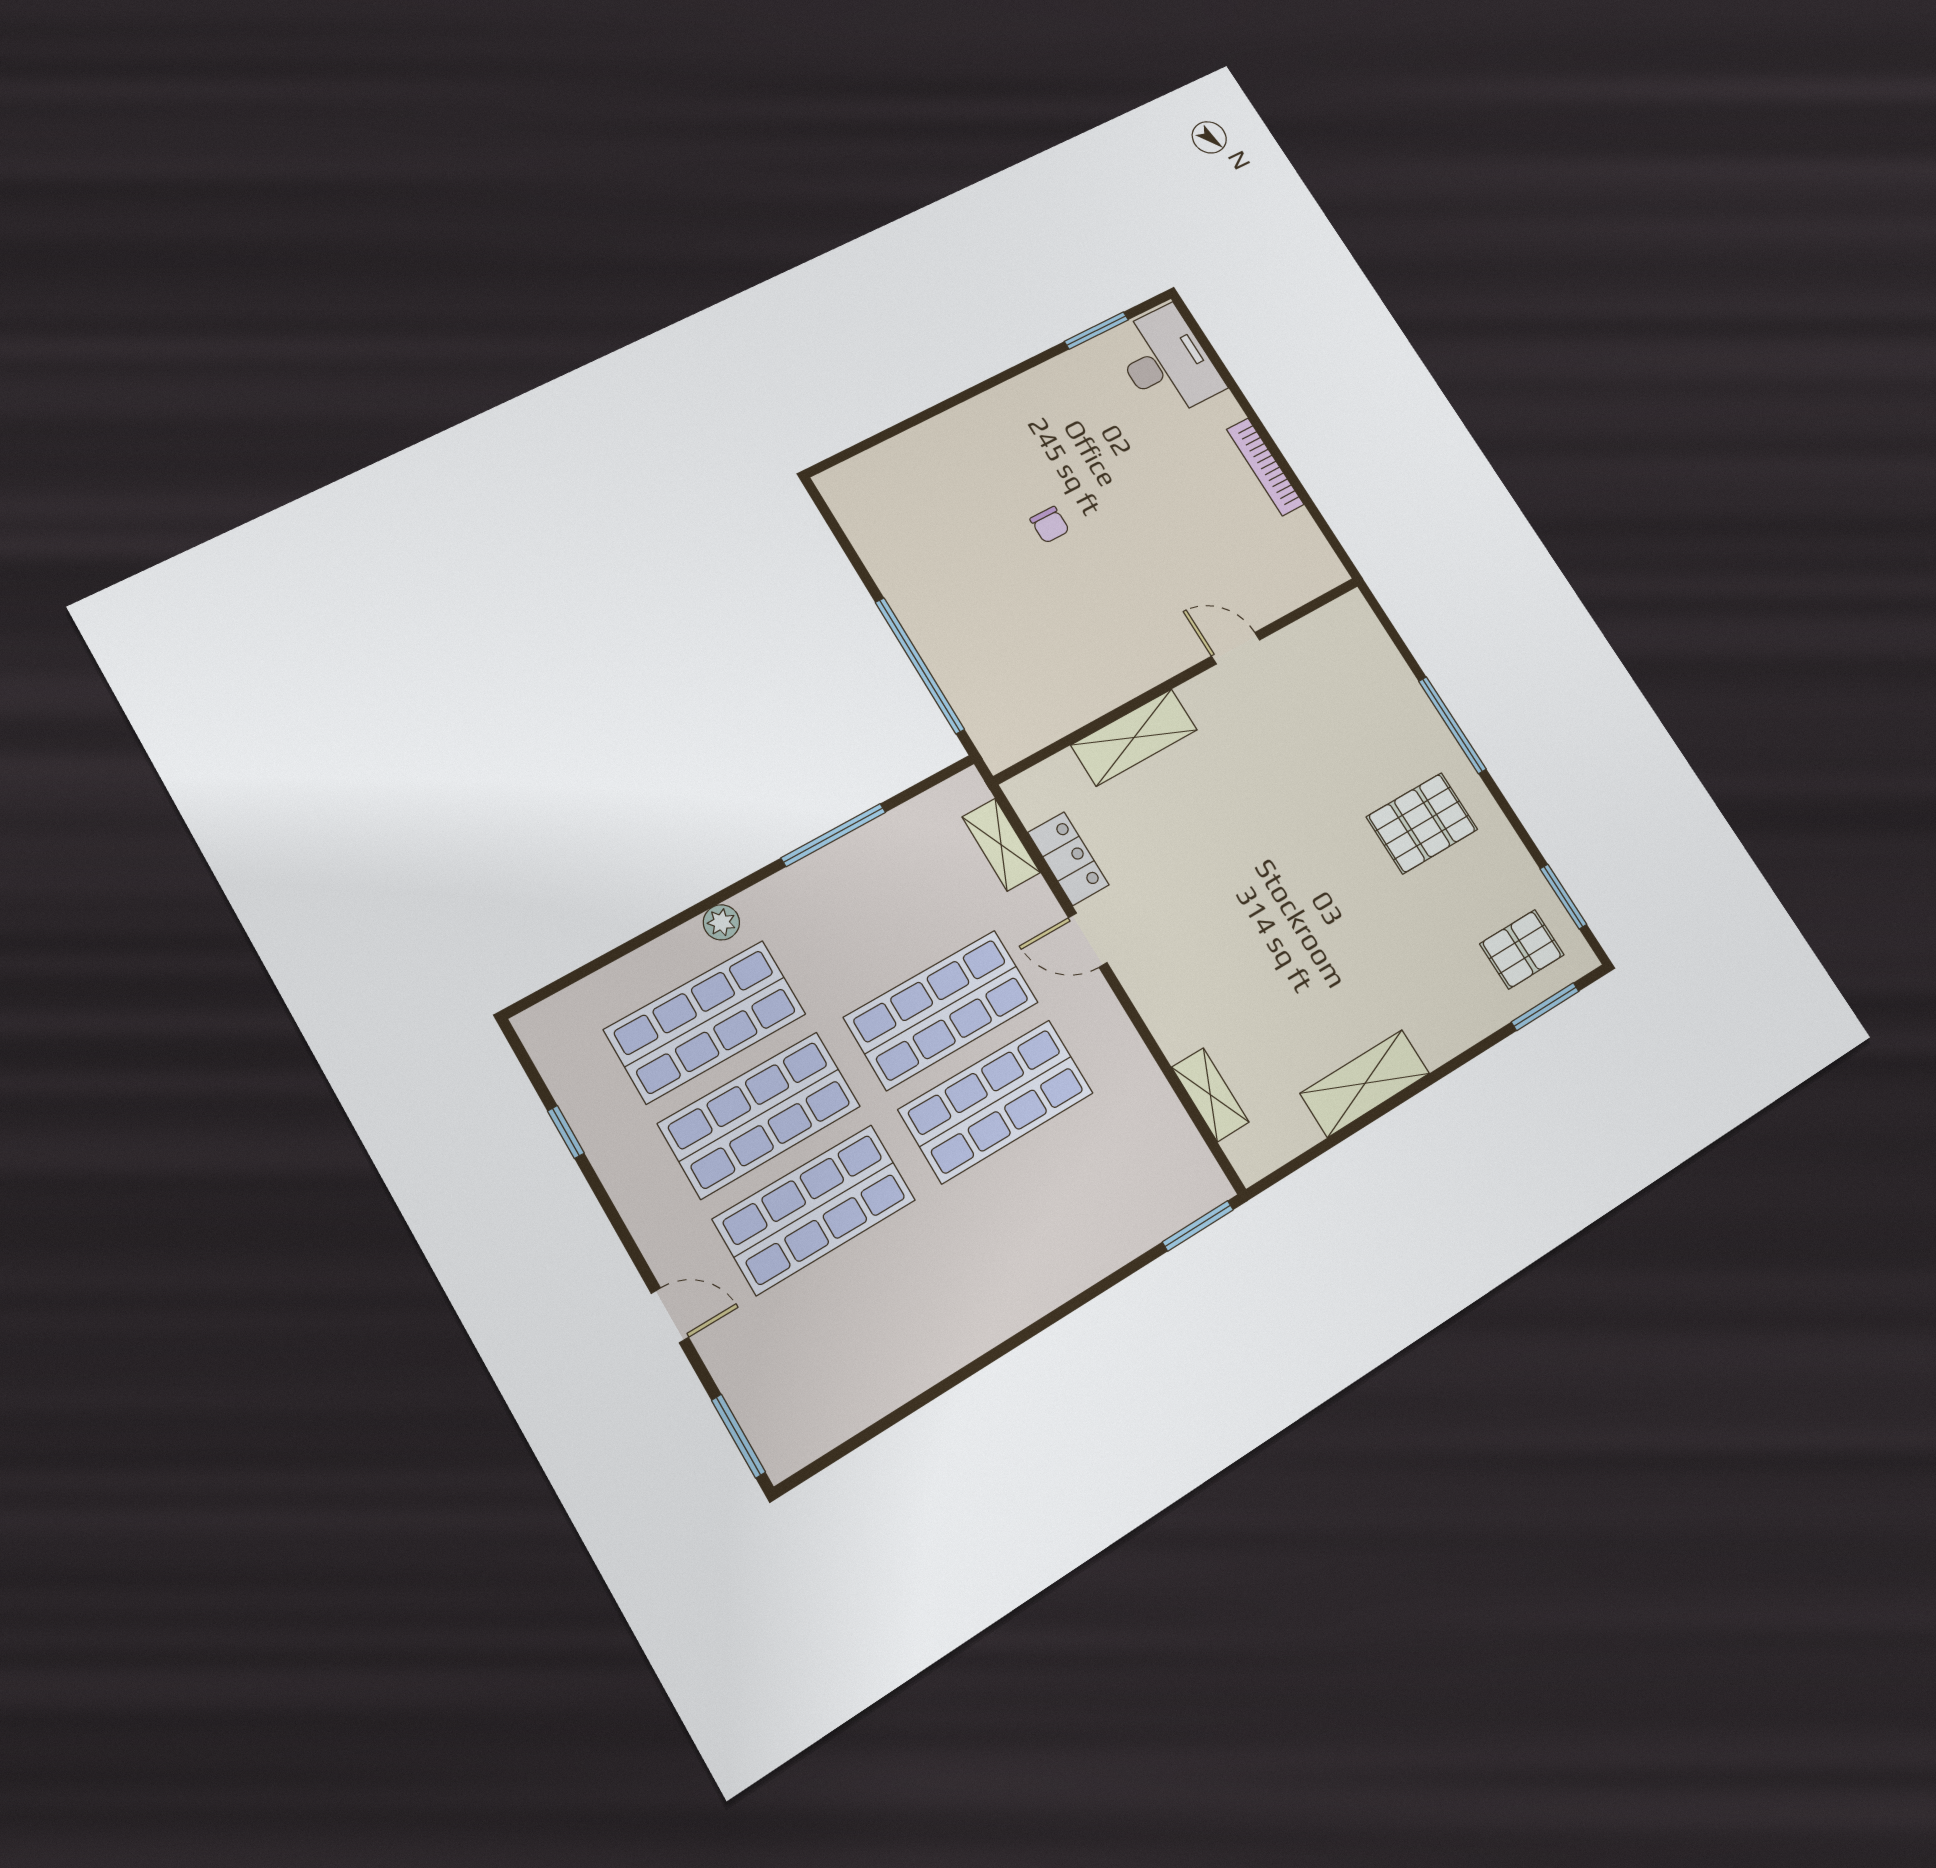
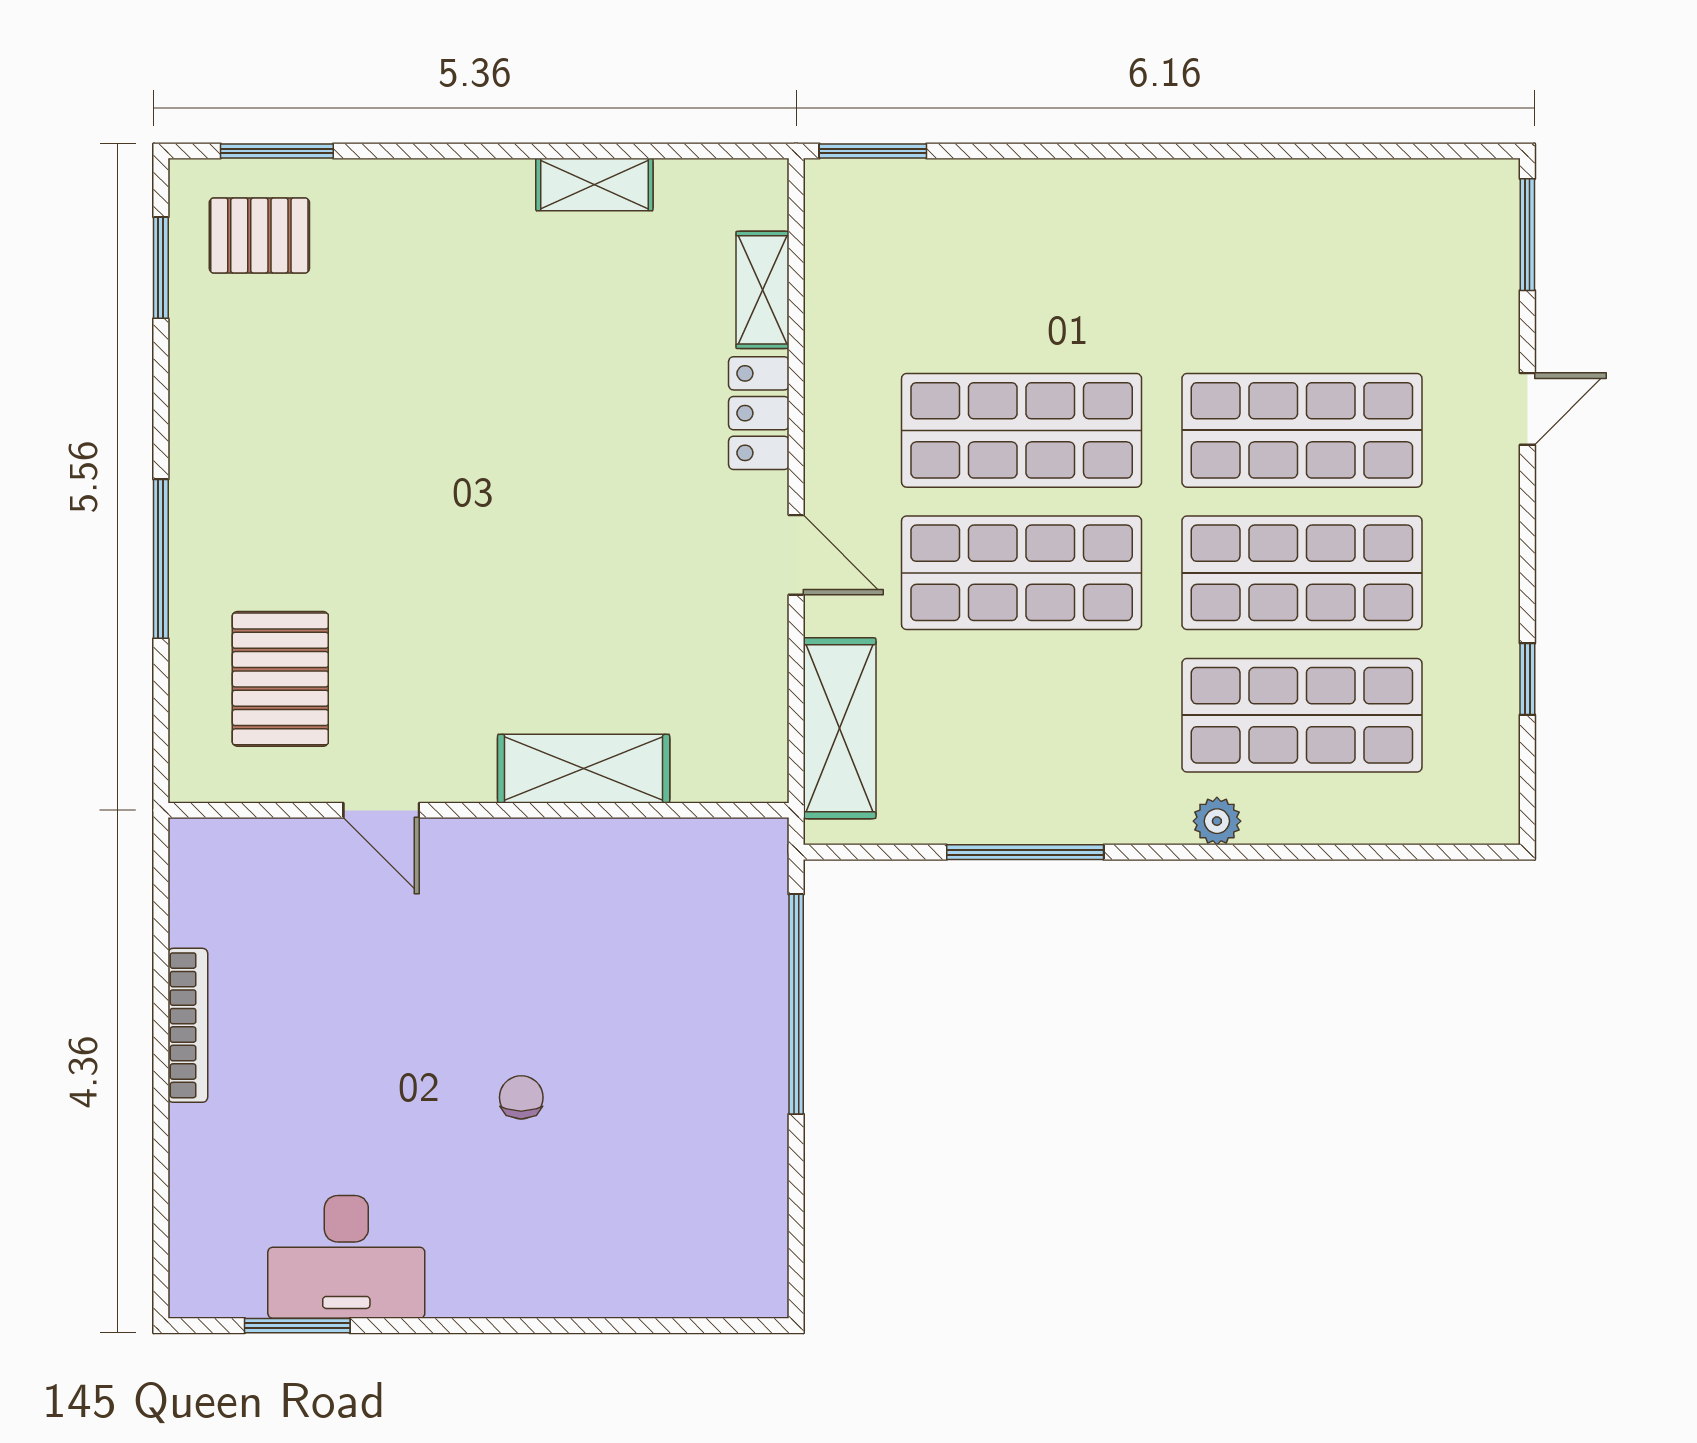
desk: (1167, 362) -> (346, 1257), moved, turned -90
pallet: (1422, 823) -> (280, 679), moved, turned 90
shelving: (1001, 845) -> (840, 728), width x1.50, depth x1.33
locker: (1068, 859) -> (759, 413), moved
shelving: (1365, 1083) -> (594, 185), width x0.67, depth x0.75
door: (670, 1315) -> (1527, 409), swing flipped

